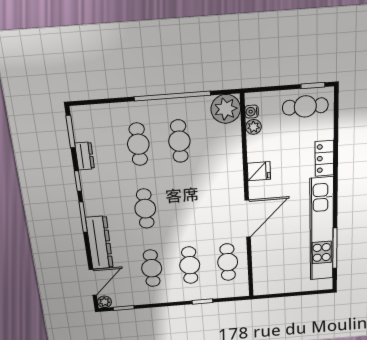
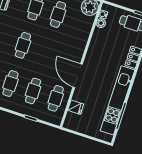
fridge: (259, 171) -> (76, 107), moved
door: (248, 219) -> (78, 76), swing flipped

